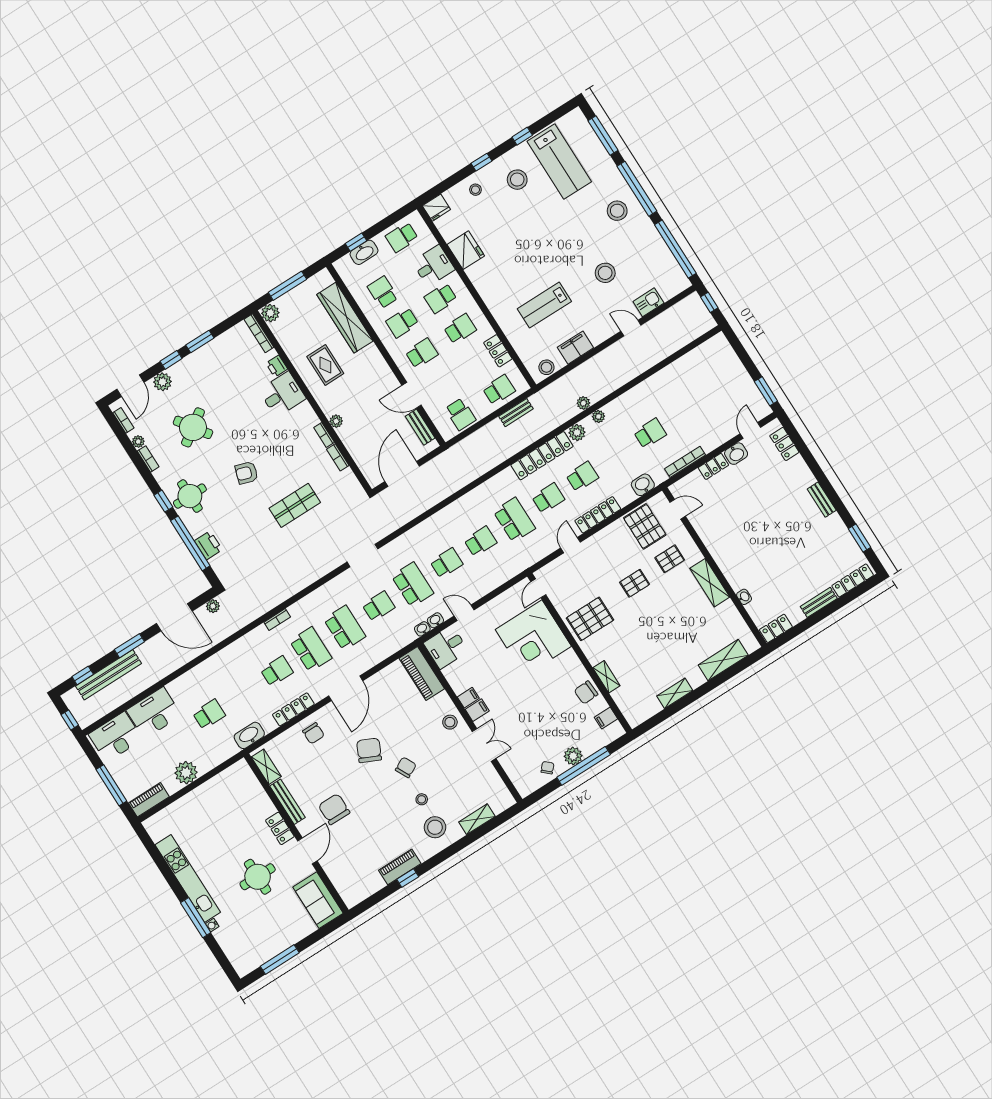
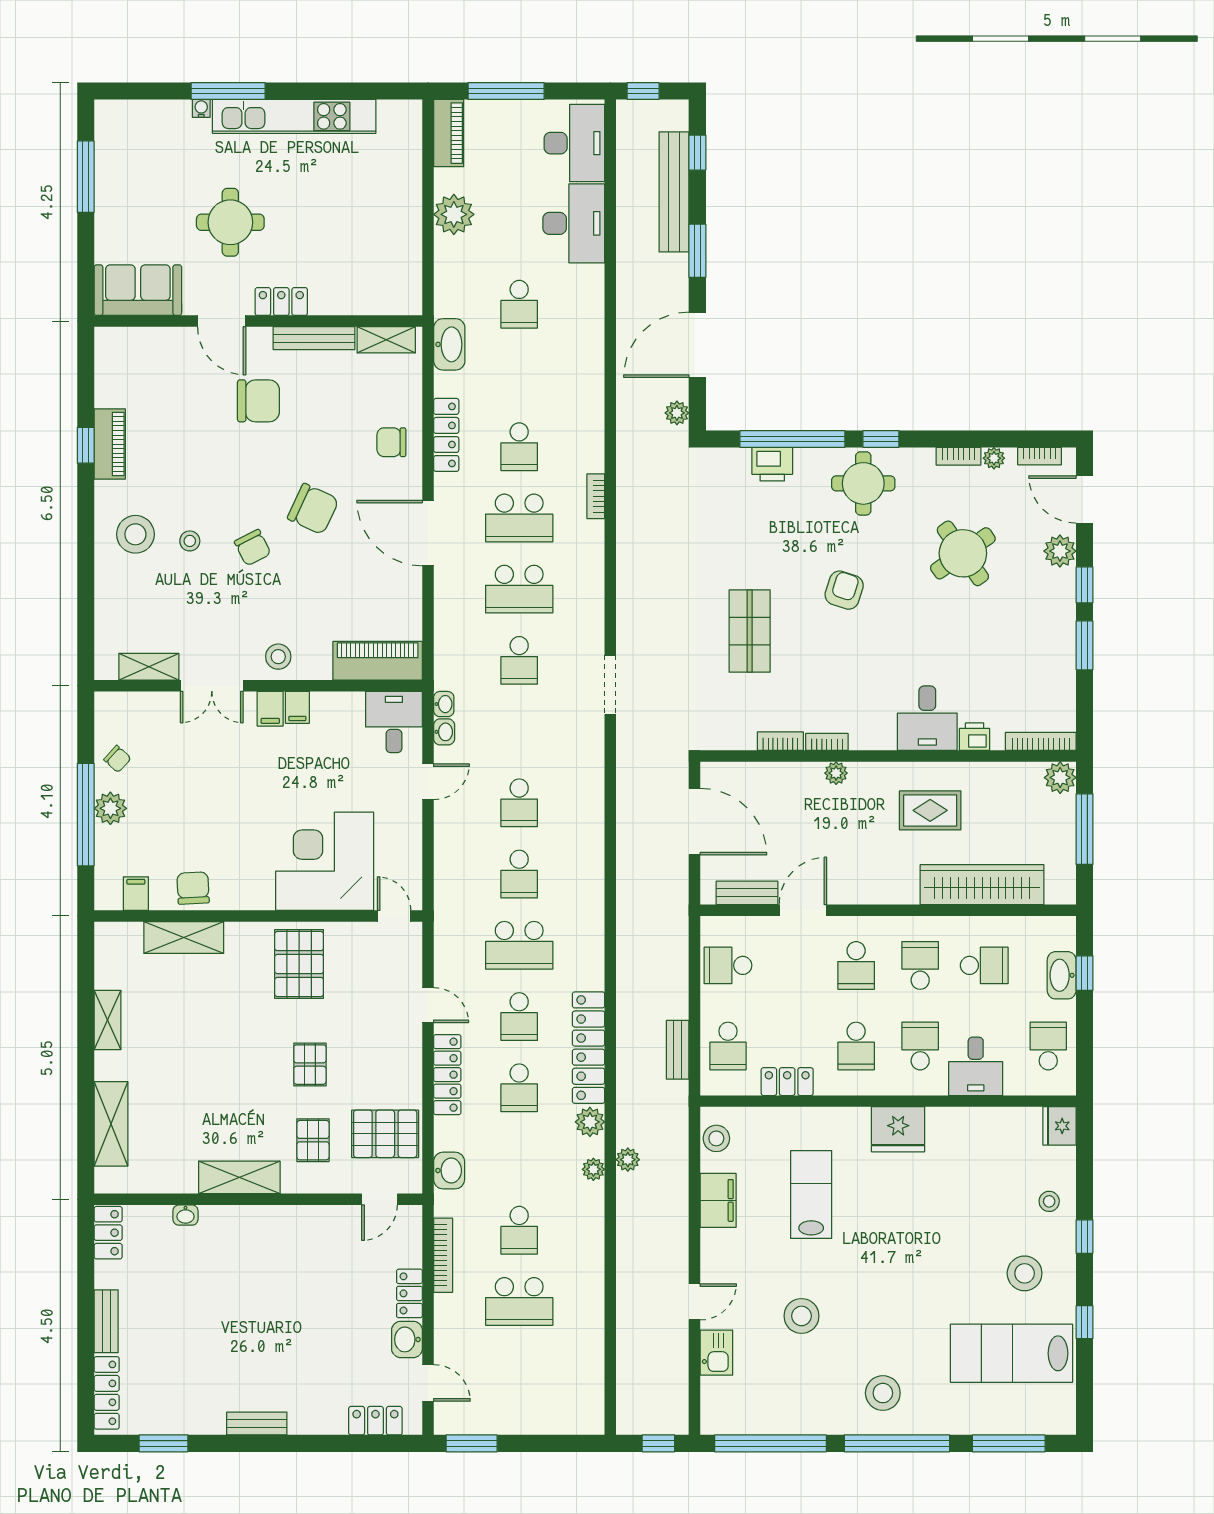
fridge: (466, 250) -> (898, 1129), moved
school desk: (413, 585) -> (519, 1301), moved
shelving: (606, 677) -> (184, 937), width x1.50, depth x1.33
shelving: (477, 819) -> (149, 667), moved, turned 90

